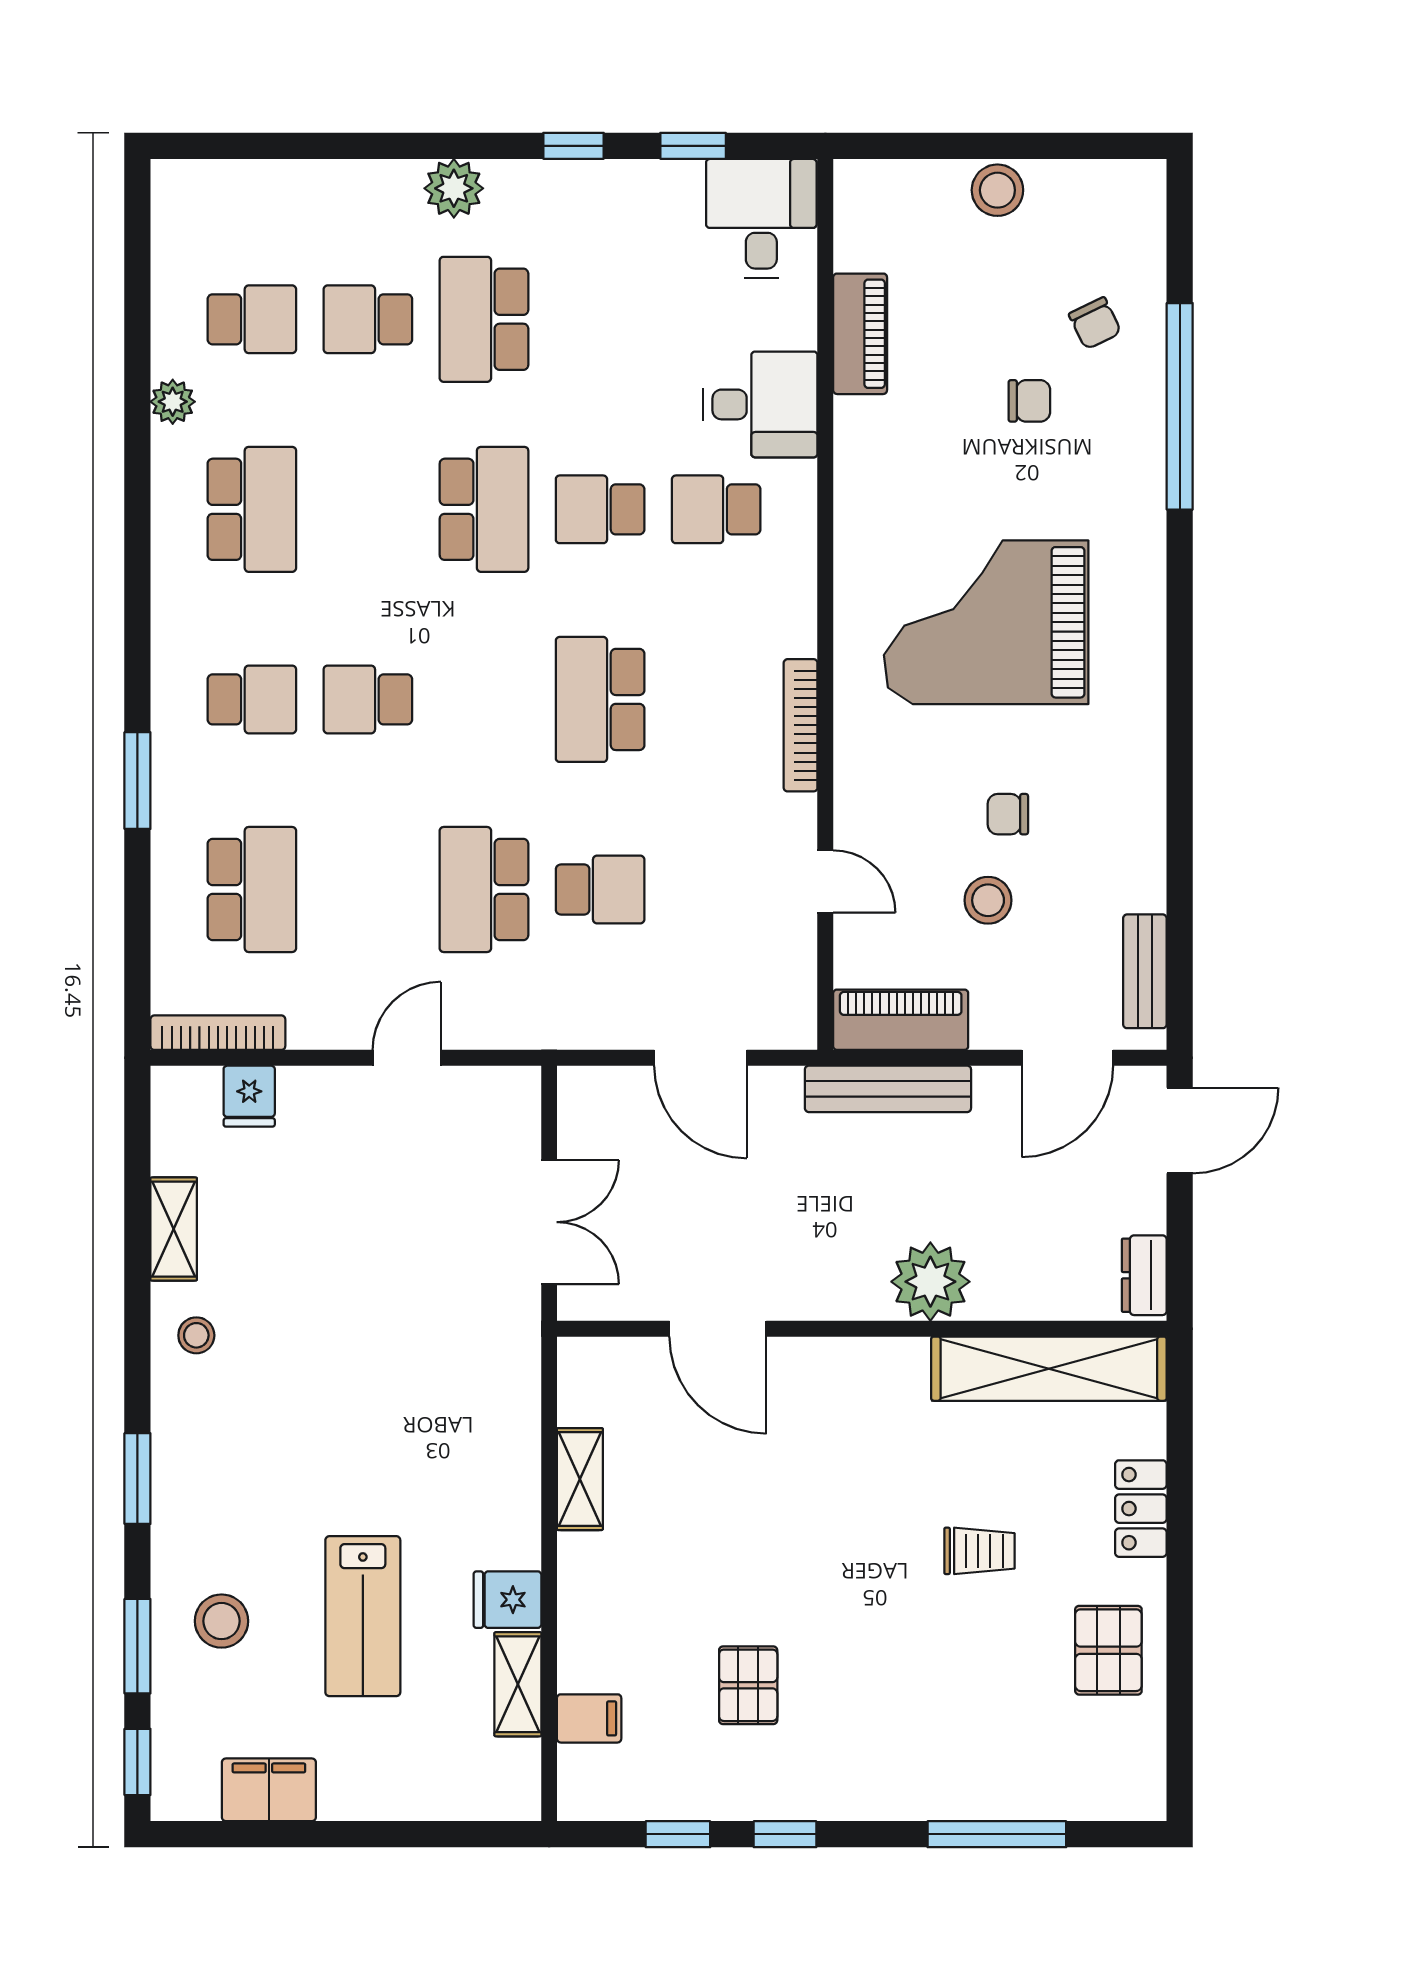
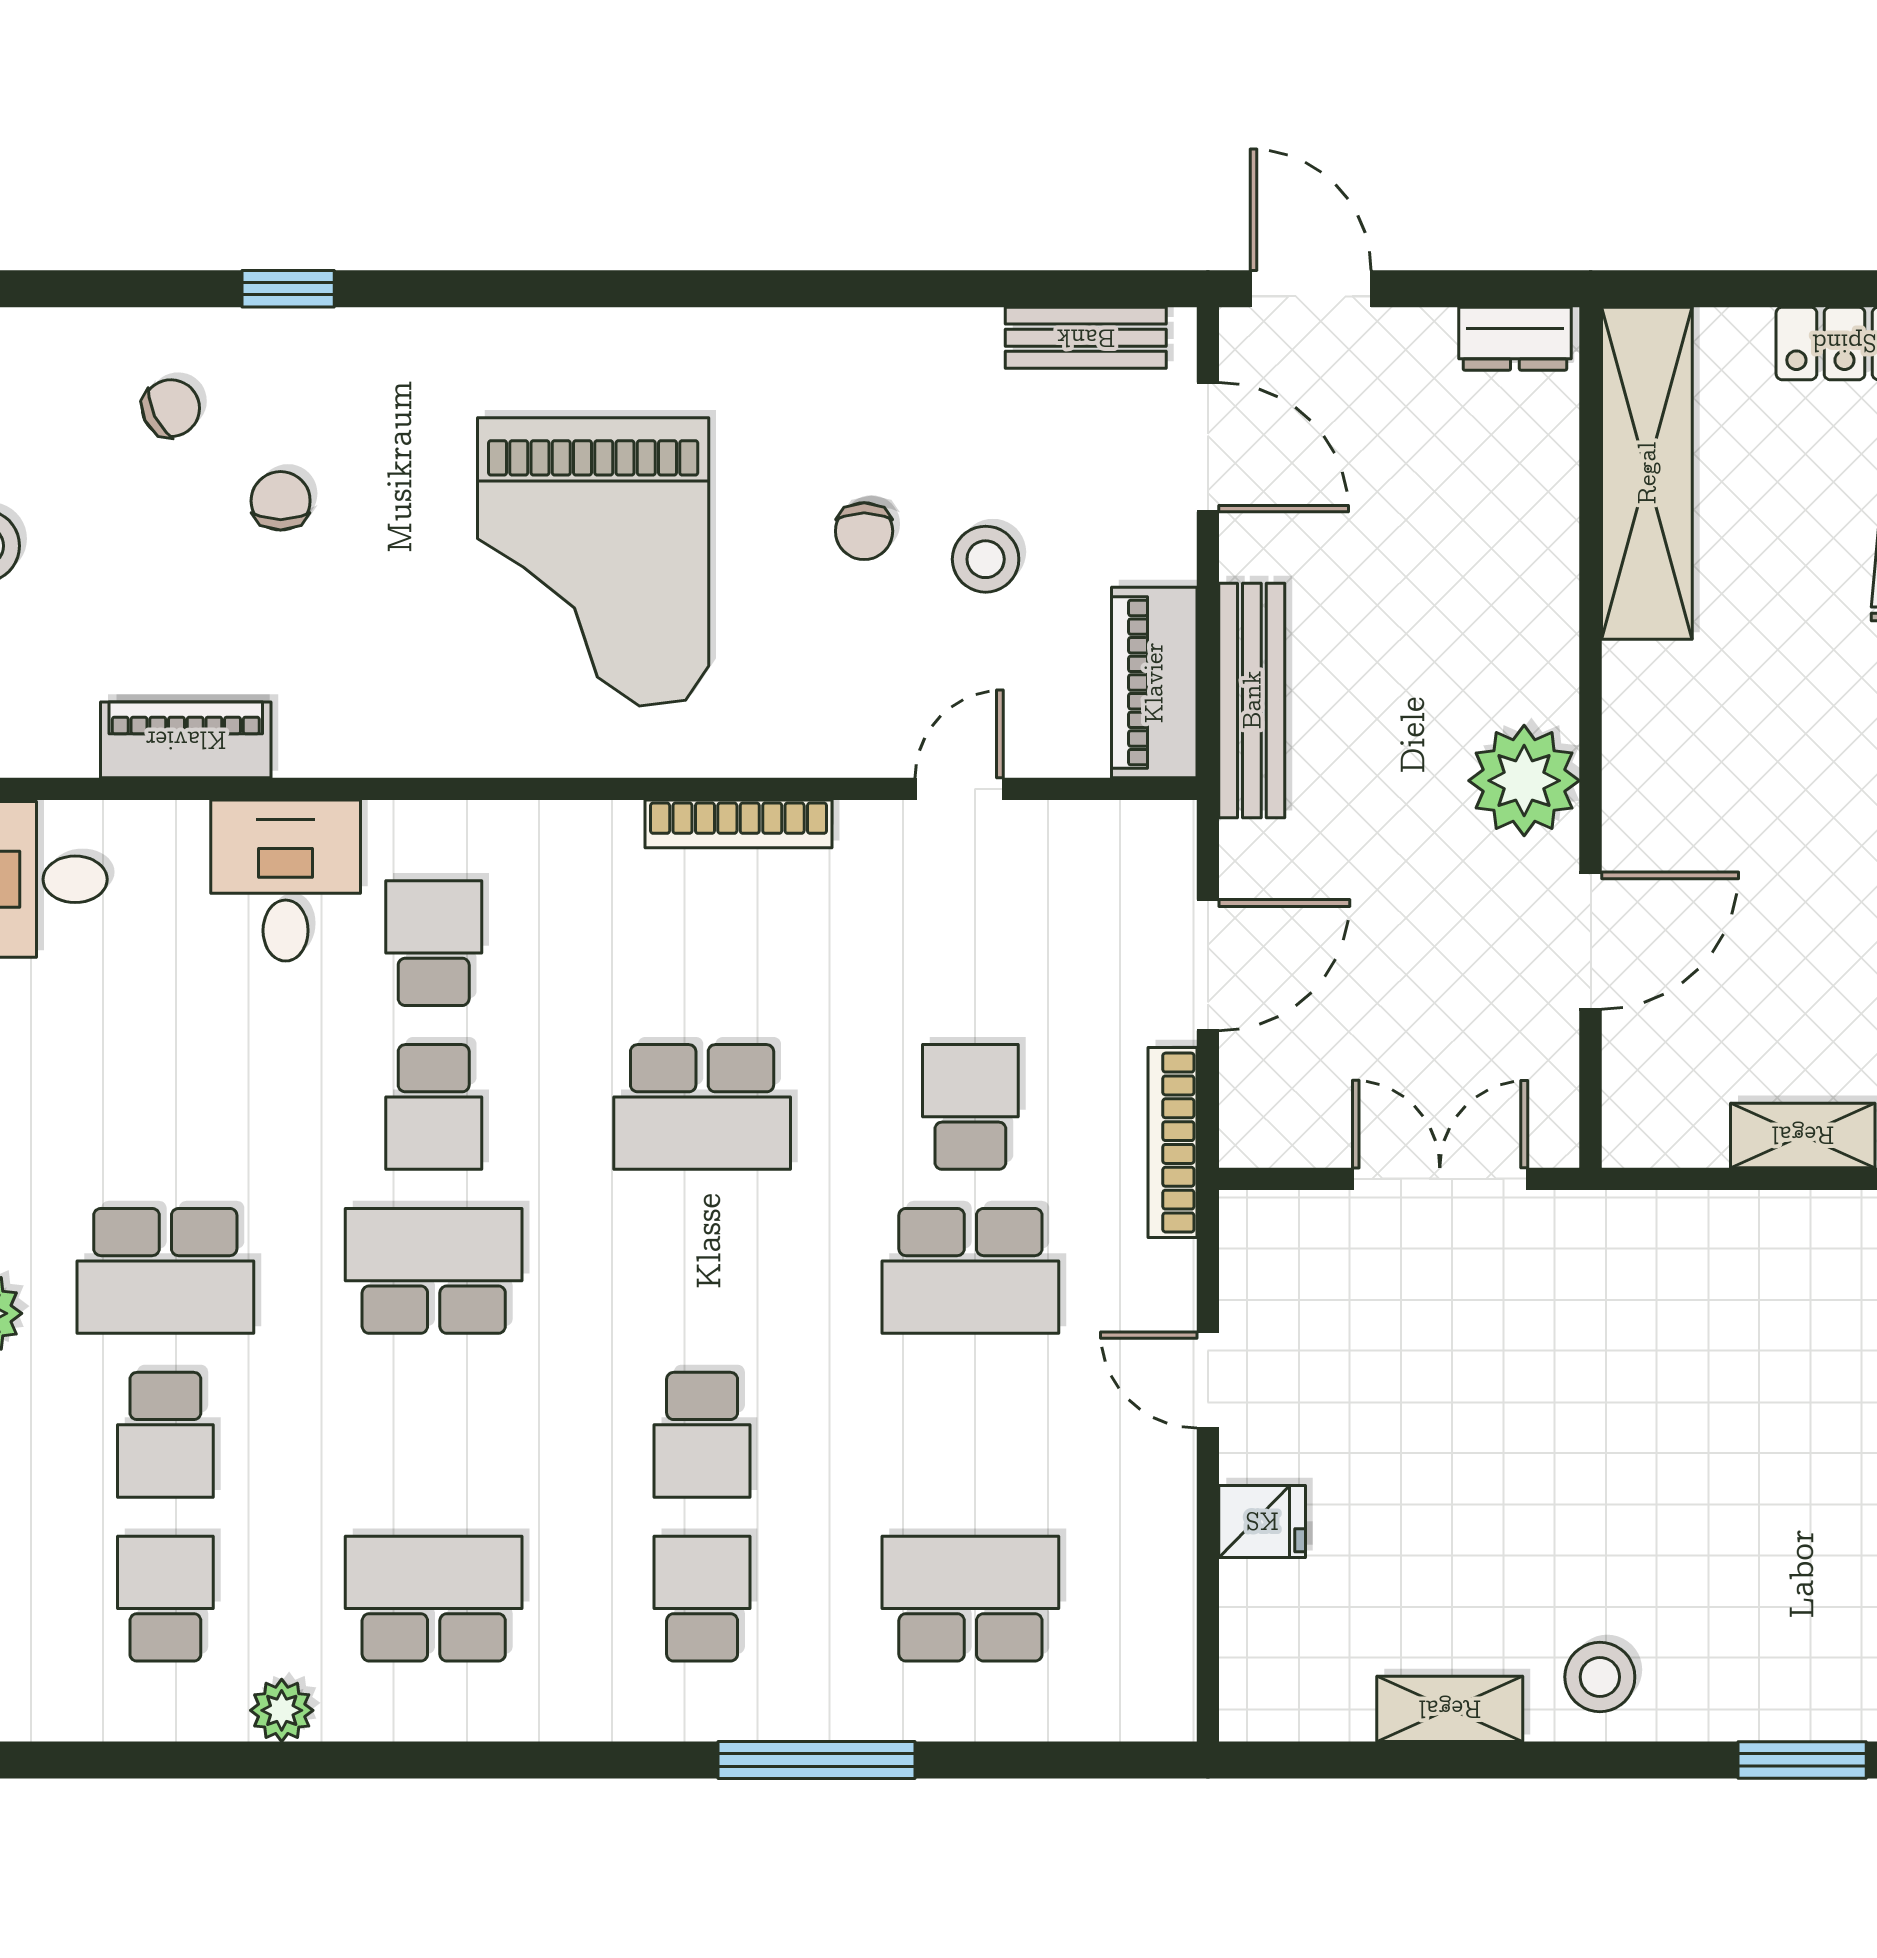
window: (1180, 406) -> (288, 289), width x0.32
school desk: (716, 509) -> (434, 943), turned 180
window: (137, 781) -> (817, 1760), width x1.44
bookcase: (218, 1033) -> (1173, 1143), moved
fridge: (249, 1096) -> (1262, 1521), moved
plant: (930, 1282) -> (1524, 781), moved
stool: (196, 1335) -> (1600, 1677), width x1.37, depth x1.37

